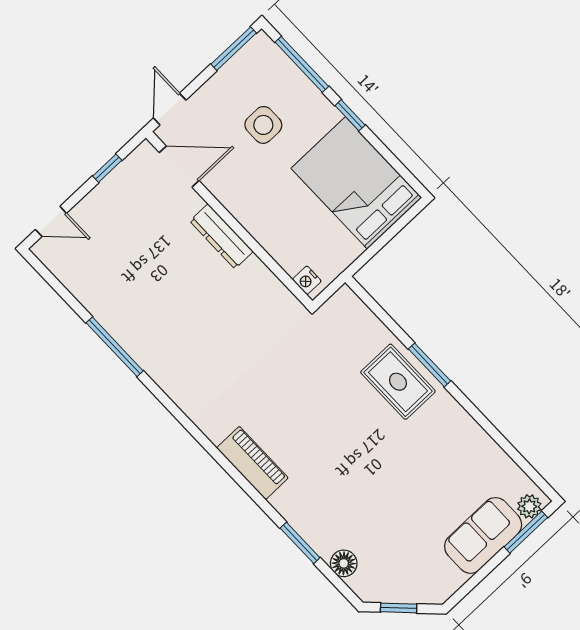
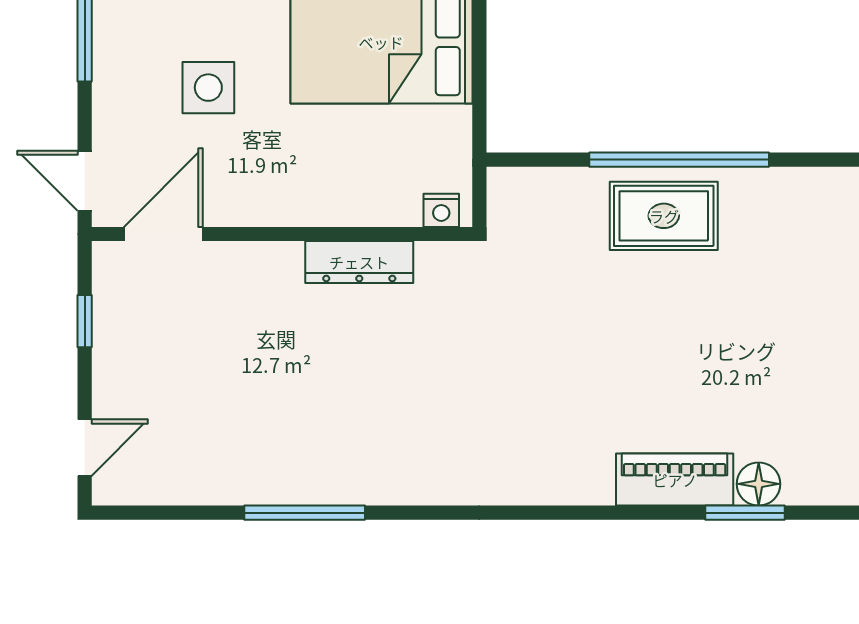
dresser: (221, 236) -> (359, 262), moved
window: (429, 365) -> (679, 160), width x2.11
piano: (252, 463) -> (675, 480), moved
floor lamp: (344, 563) -> (759, 484), moved

